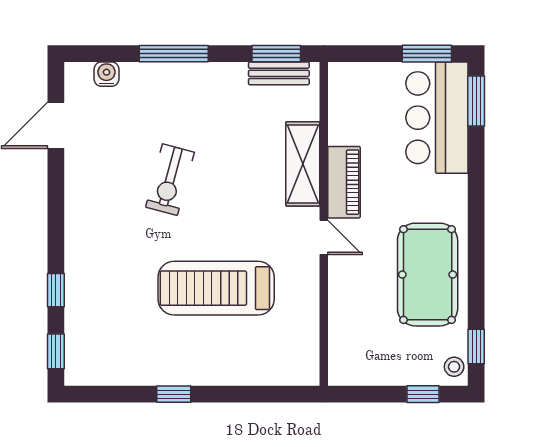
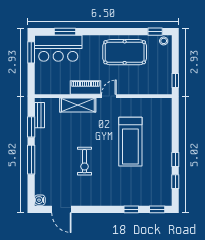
window: (276, 54) -> (31, 127), moved
water cooler: (107, 74) -> (40, 200), moved
window: (476, 101) -> (65, 32), moved
exercise bike: (170, 180) -> (85, 161), turned 75
window: (121, 394) -> (175, 182), added
window: (423, 394) -> (175, 80), moved

